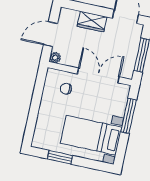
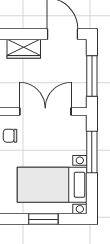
window: (60, 157) -> (43, 219), moved

